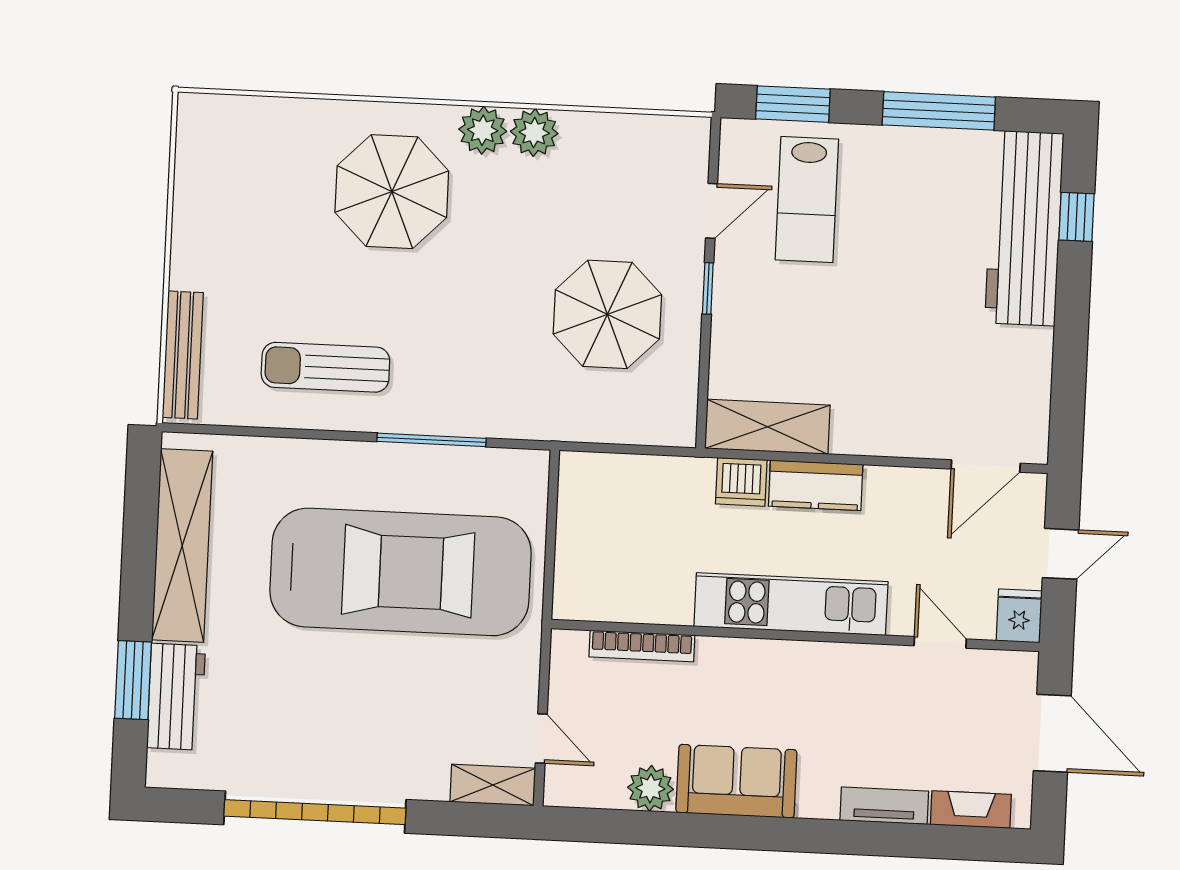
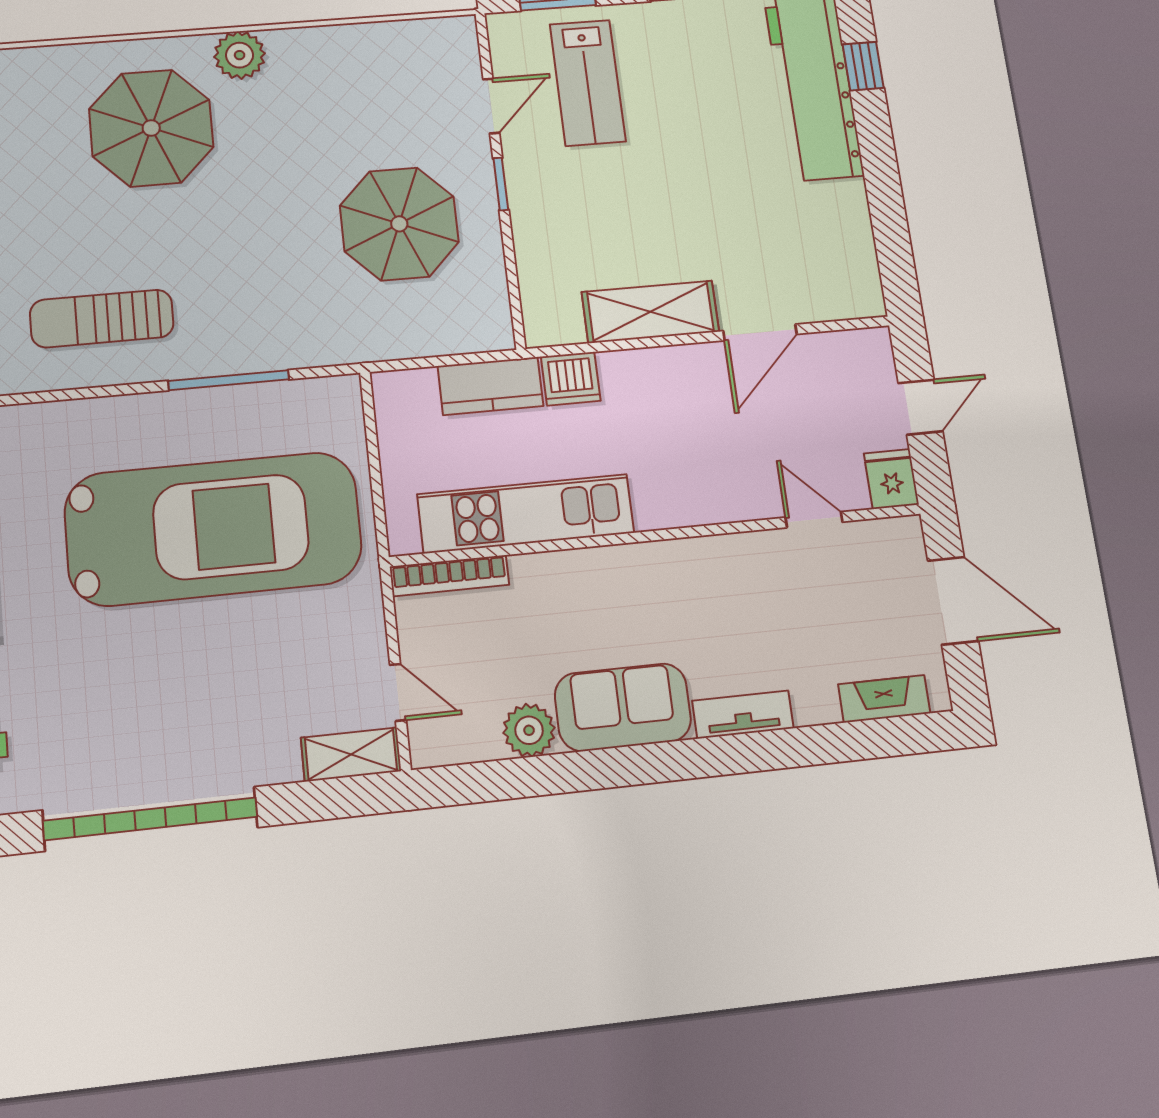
plant: (534, 133) -> (294, 51), removed
shelving: (767, 427) -> (650, 312), moved
door: (986, 466) -> (760, 332), moved
kitchen counter: (816, 485) -> (491, 386), moved
kitchen unit: (791, 604) -> (526, 514), moved
bookcase: (642, 646) -> (449, 576), moved
tv unit: (884, 806) -> (743, 714), moved

